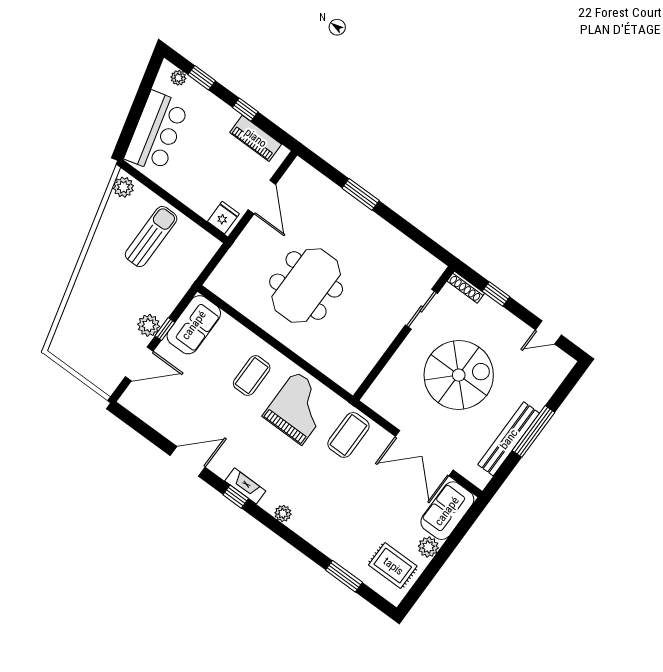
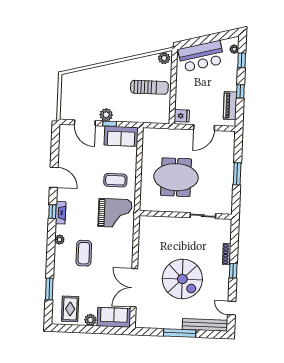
sliding door: (421, 309) -> (203, 216), moved
wall: (404, 333) -> (186, 215), moved
coffee table: (348, 435) -> (84, 253), moved, turned 90
bench: (509, 439) -> (205, 325), moved

